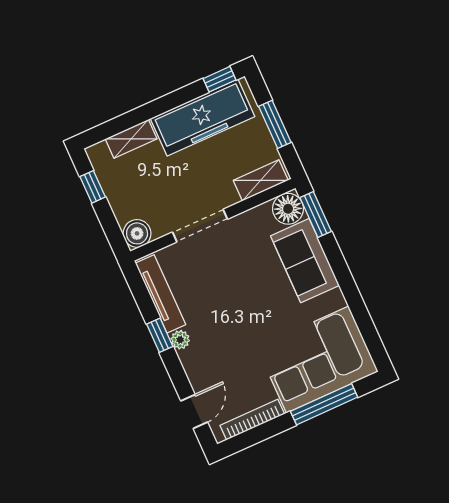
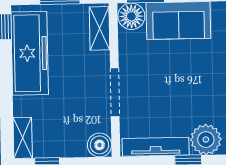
shelving: (131, 139) -> (23, 138), moved
plant: (180, 340) -> (206, 140), width x1.87, depth x1.87

